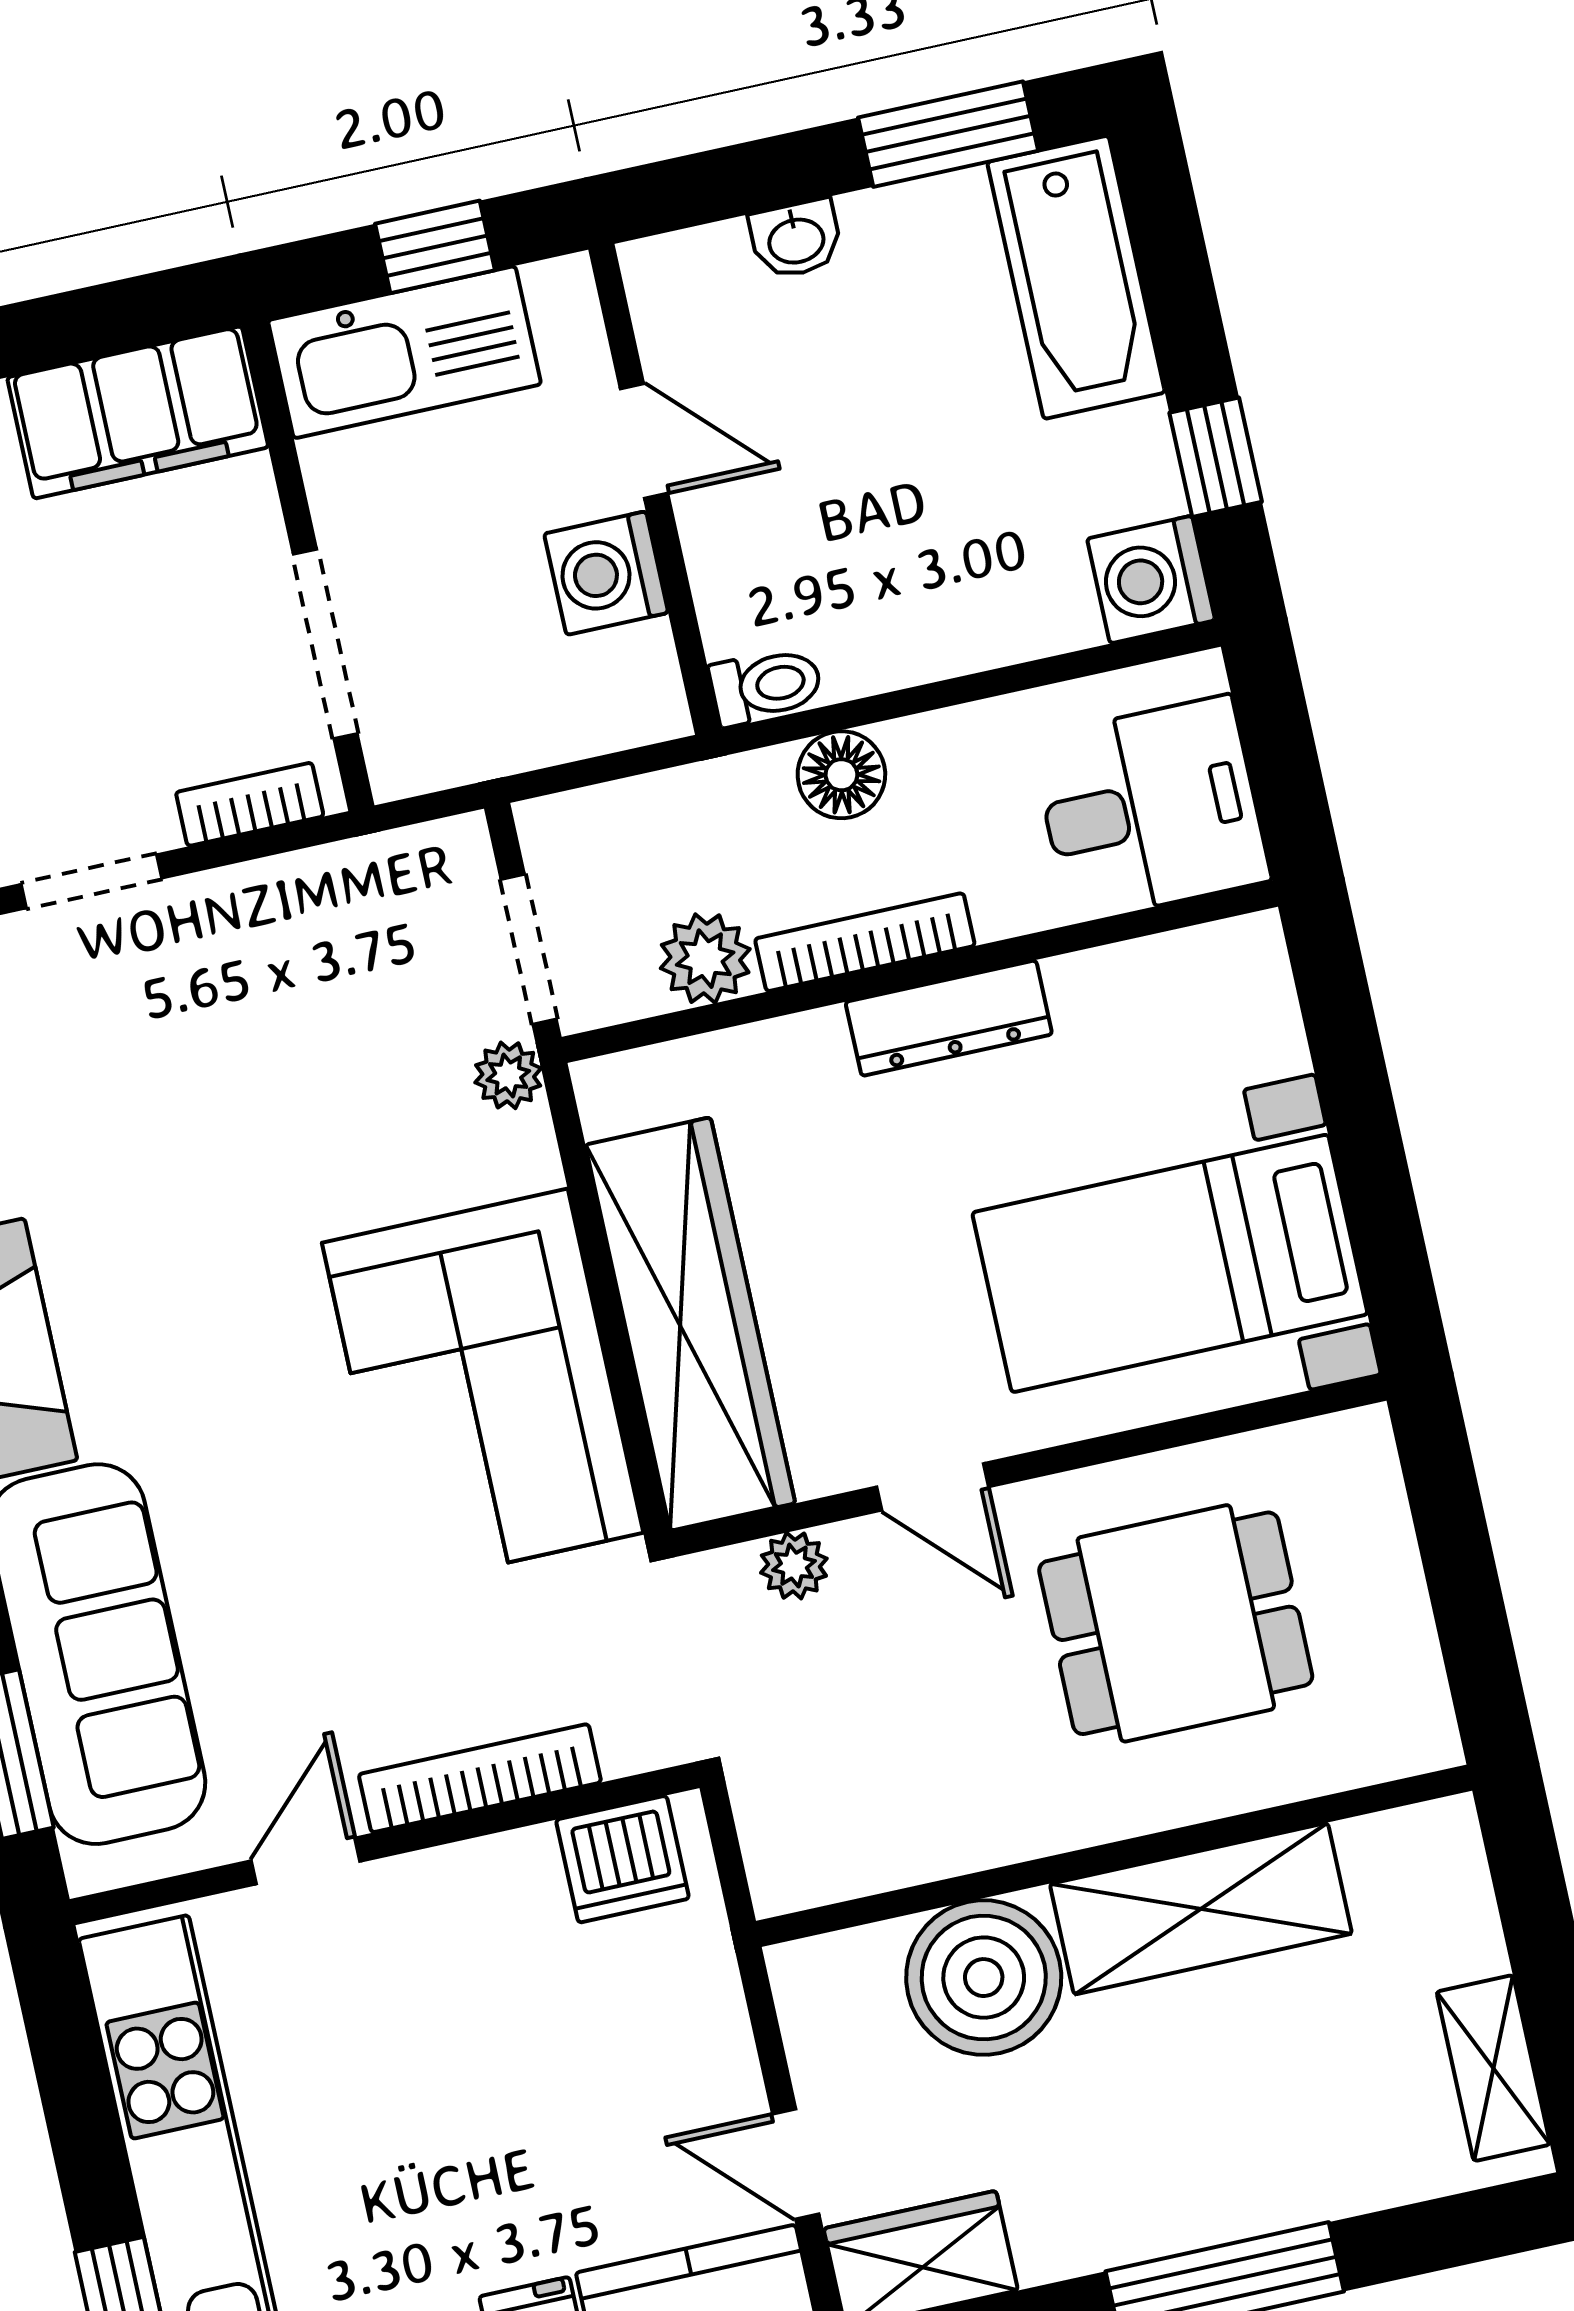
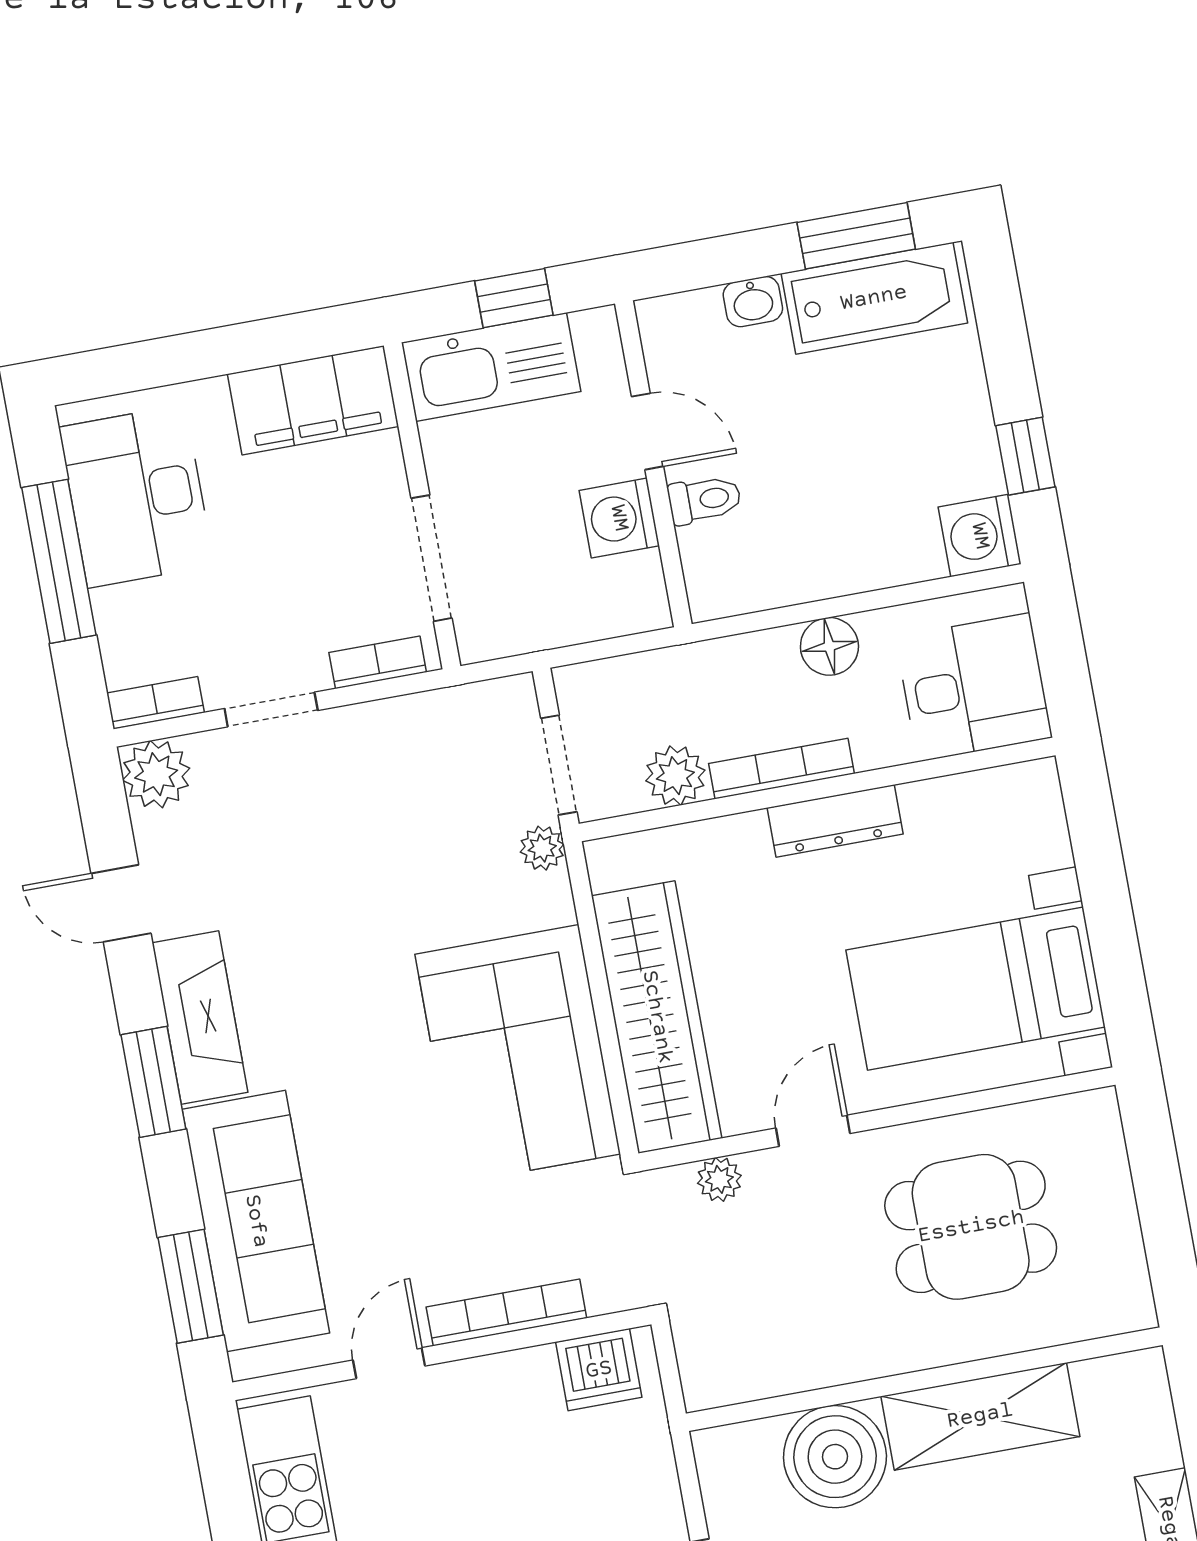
bathtub: (1076, 277) -> (874, 298), moved, turned -90
toilet: (766, 686) -> (705, 500), moved
floor lamp: (841, 775) -> (829, 646), moved
door: (932, 1487) -> (813, 1131), swing flipped

